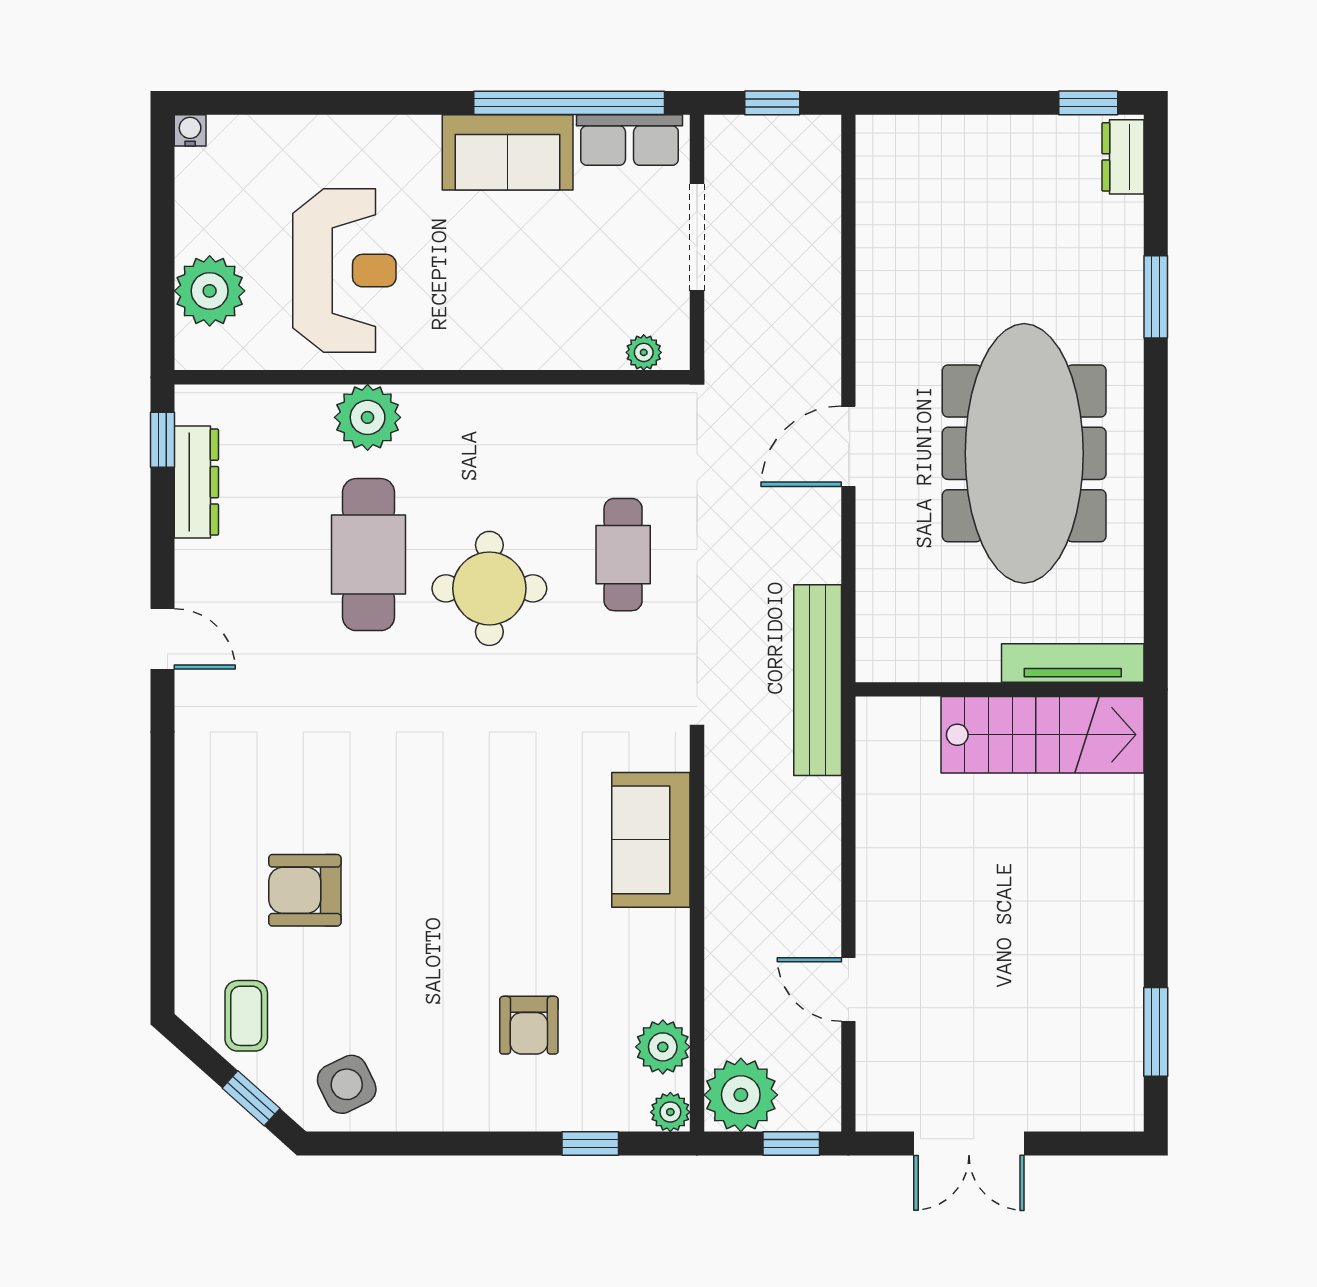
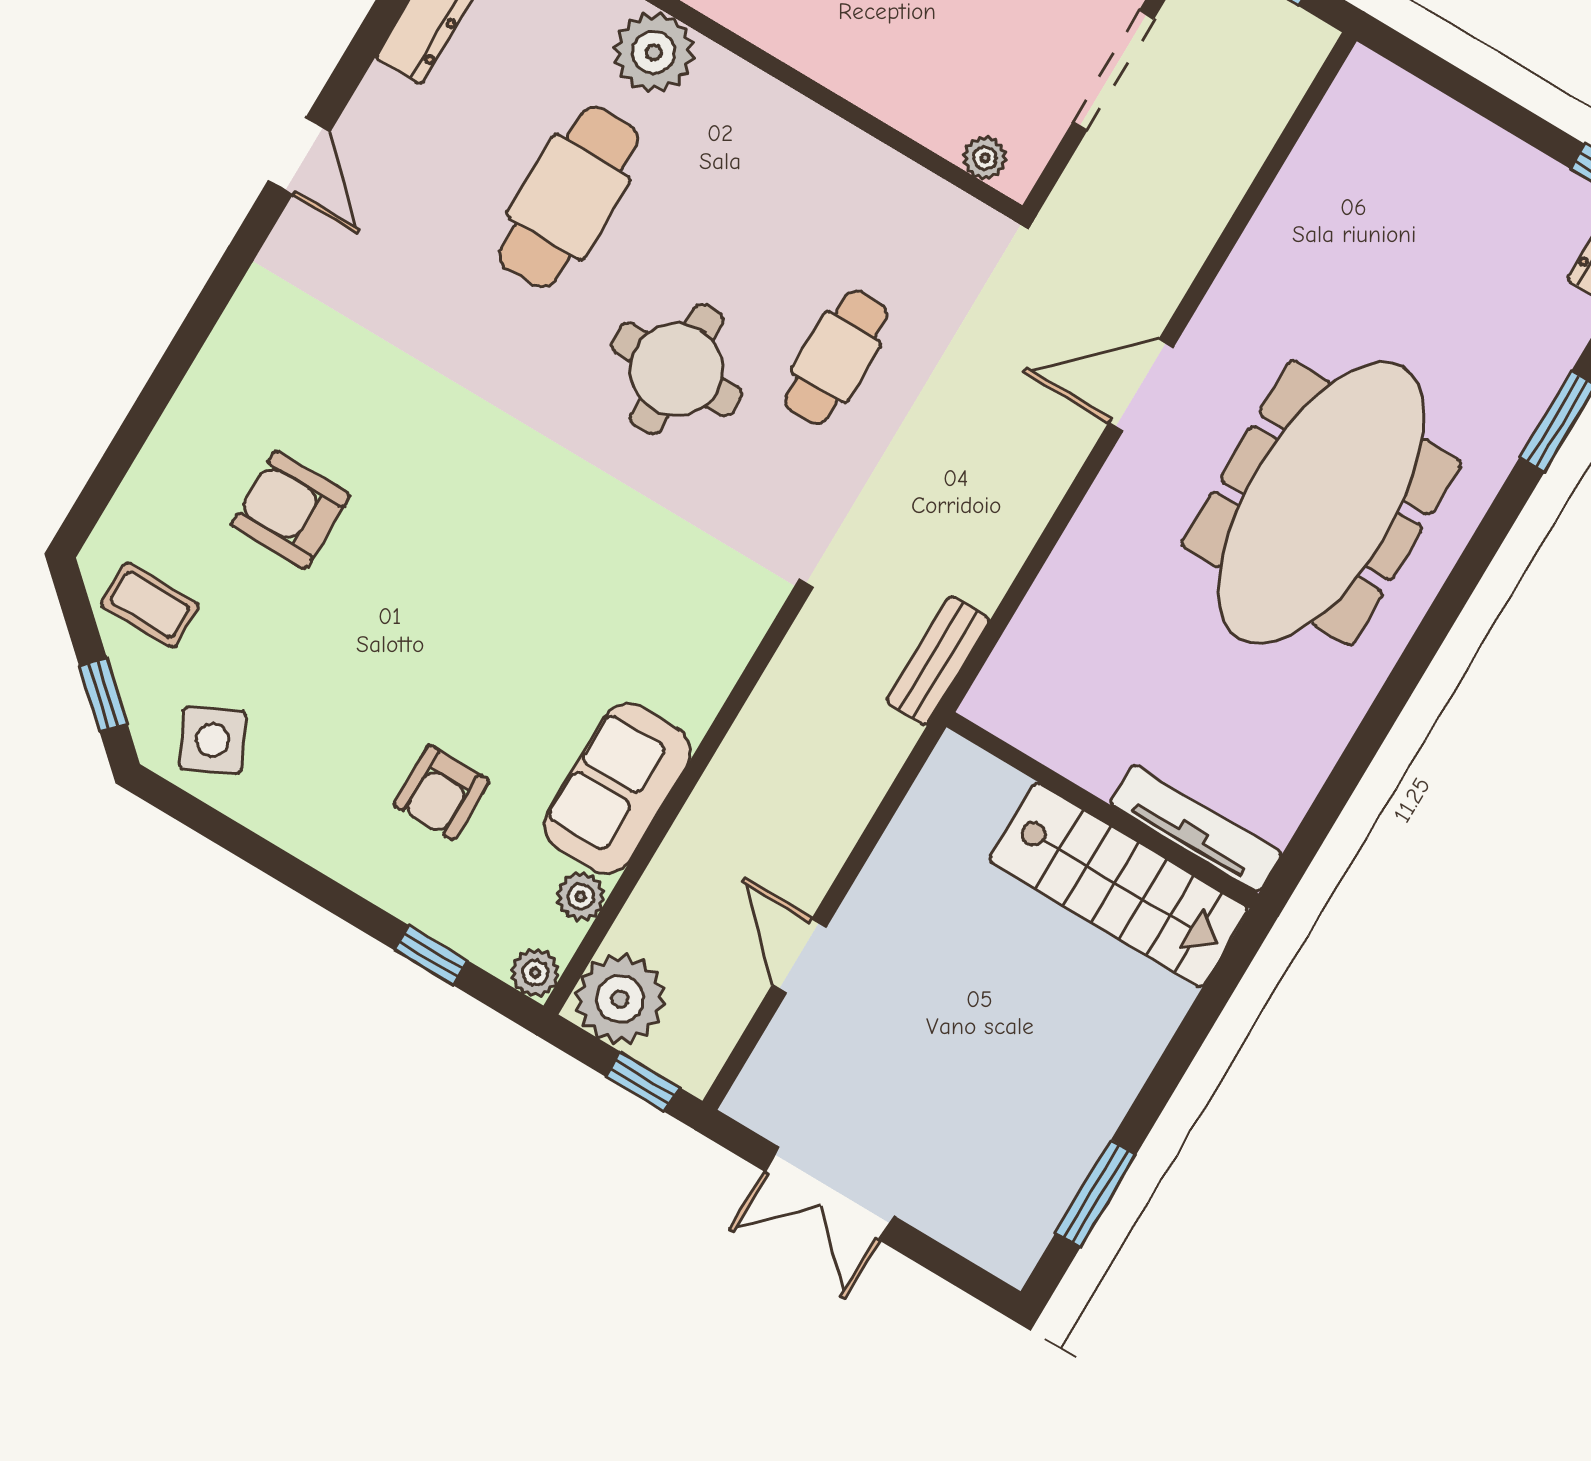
round table: (489, 588) -> (677, 369), moved
tv unit: (1073, 663) -> (1196, 829), moved
bench: (818, 680) -> (938, 661), width x0.54, depth x0.82
wall: (1000, 689) -> (1102, 810), moved
stairs: (1042, 735) -> (1119, 885), moved
sofa: (651, 840) -> (618, 789), moved
coffee table: (246, 1016) -> (150, 605), turned 90
plant: (663, 1047) -> (581, 896), width x0.73, depth x0.73

